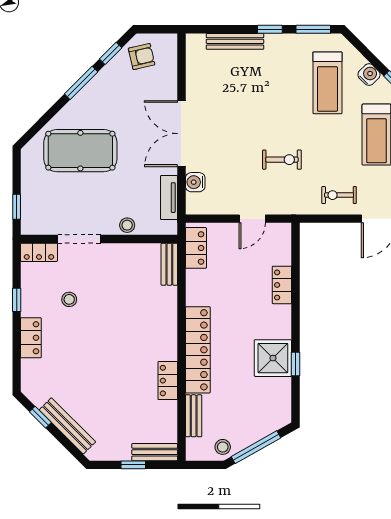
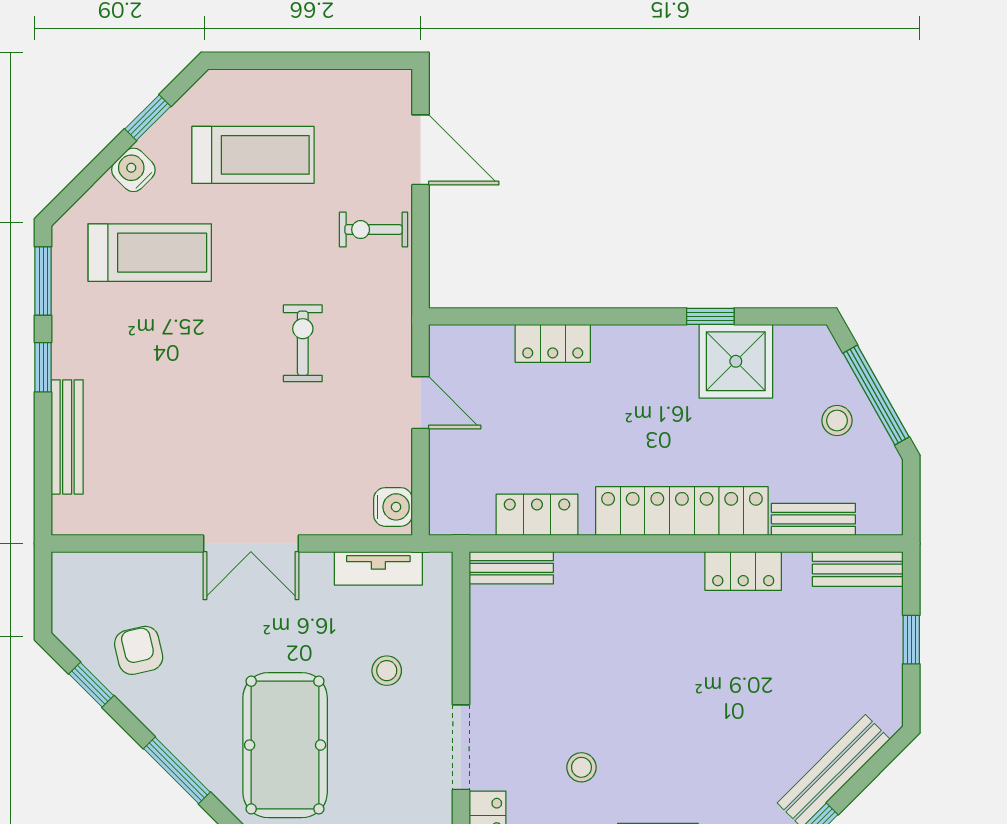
armchair: (142, 57) -> (139, 650), moved
window: (81, 83) -> (177, 770), moved
double door: (181, 134) -> (251, 544), width x0.73
water cooler: (195, 182) -> (393, 507), moved, turned -90
exercise bike: (339, 195) -> (374, 230), turned 90
stool: (127, 225) -> (387, 671), moved
locker: (196, 248) -> (537, 515), moved
shower: (273, 358) -> (736, 361), moved
stool: (223, 447) -> (837, 420), moved
bench: (155, 452) -> (858, 569), moved, turned 90

